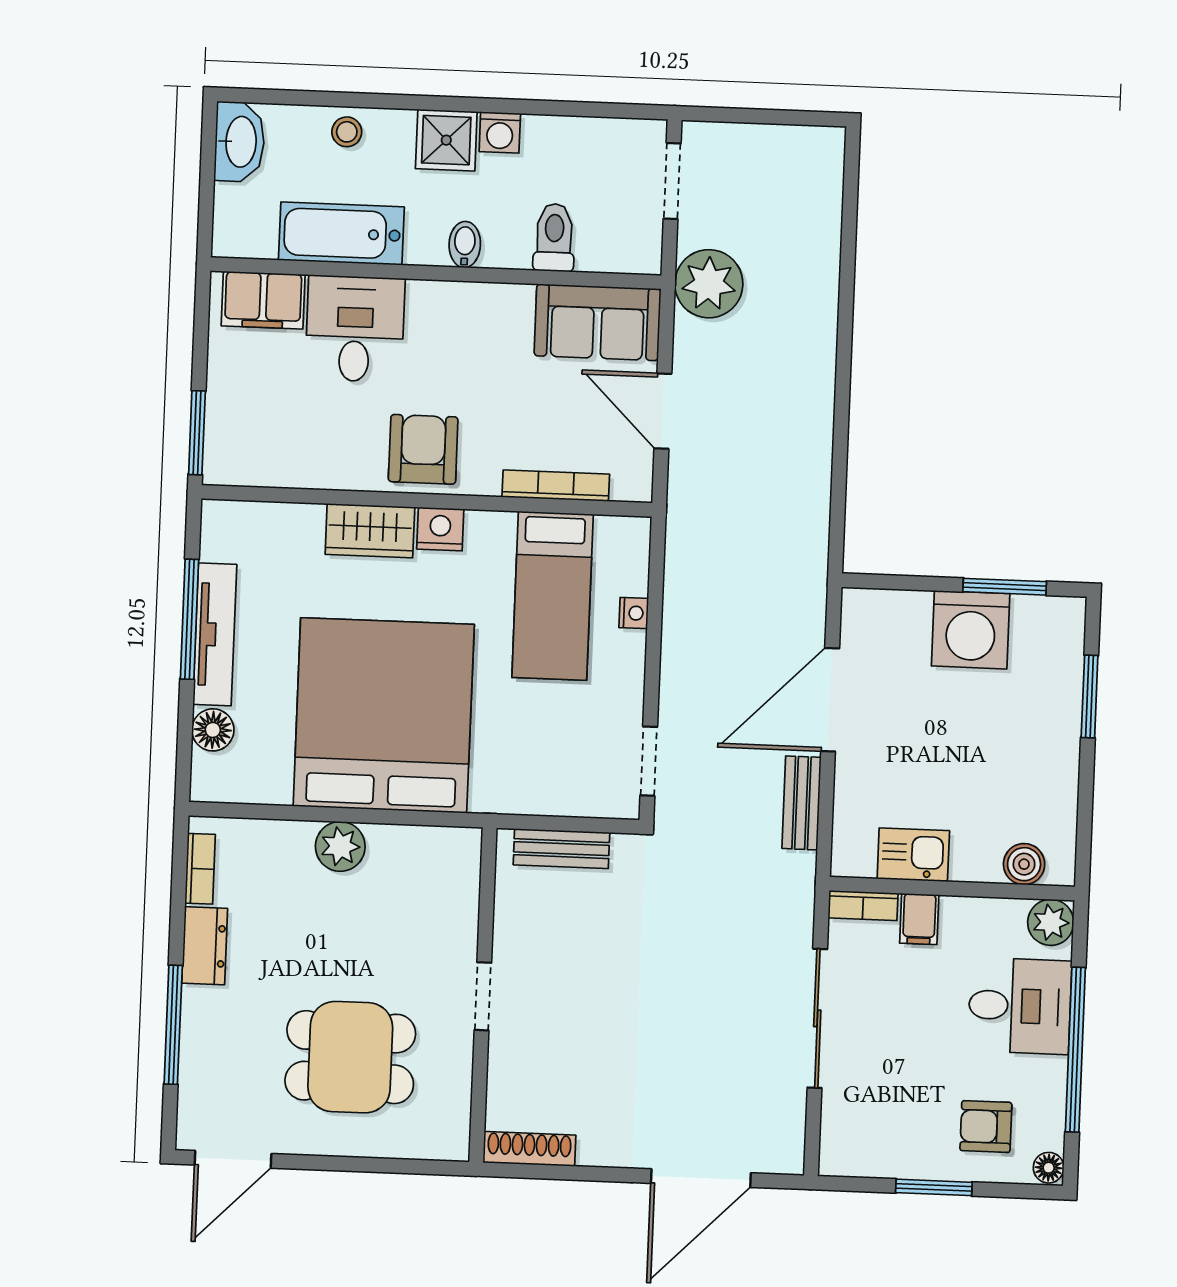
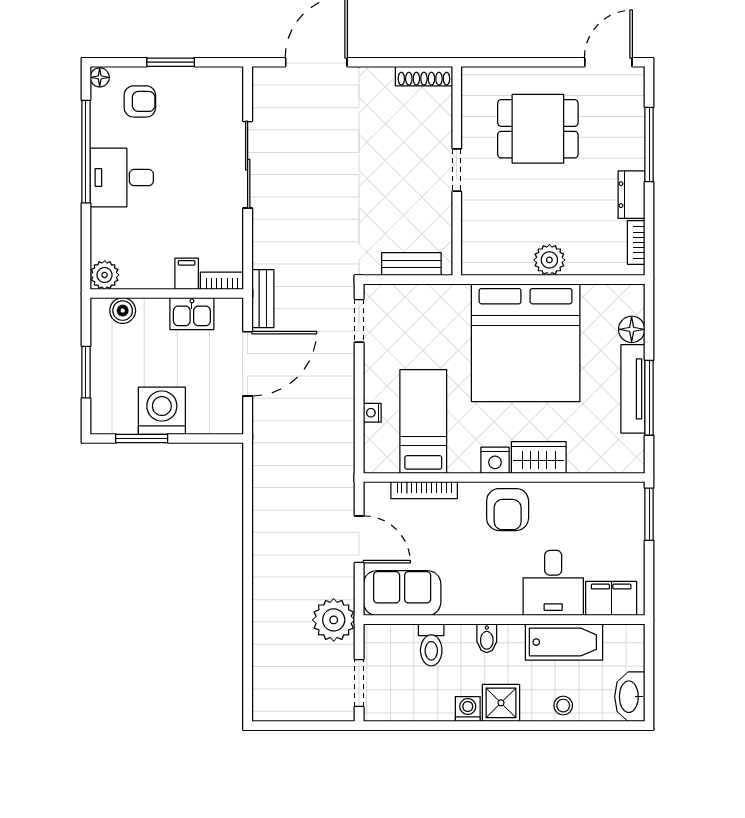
kitchen sink: (913, 855) -> (192, 314), moved
boiler: (1024, 864) -> (123, 311), moved
wall: (952, 889) -> (167, 294), moved
bookcase: (863, 906) -> (222, 281), moved
filing cabinet: (919, 919) -> (187, 274), moved
plant: (1051, 922) -> (105, 275), moved

